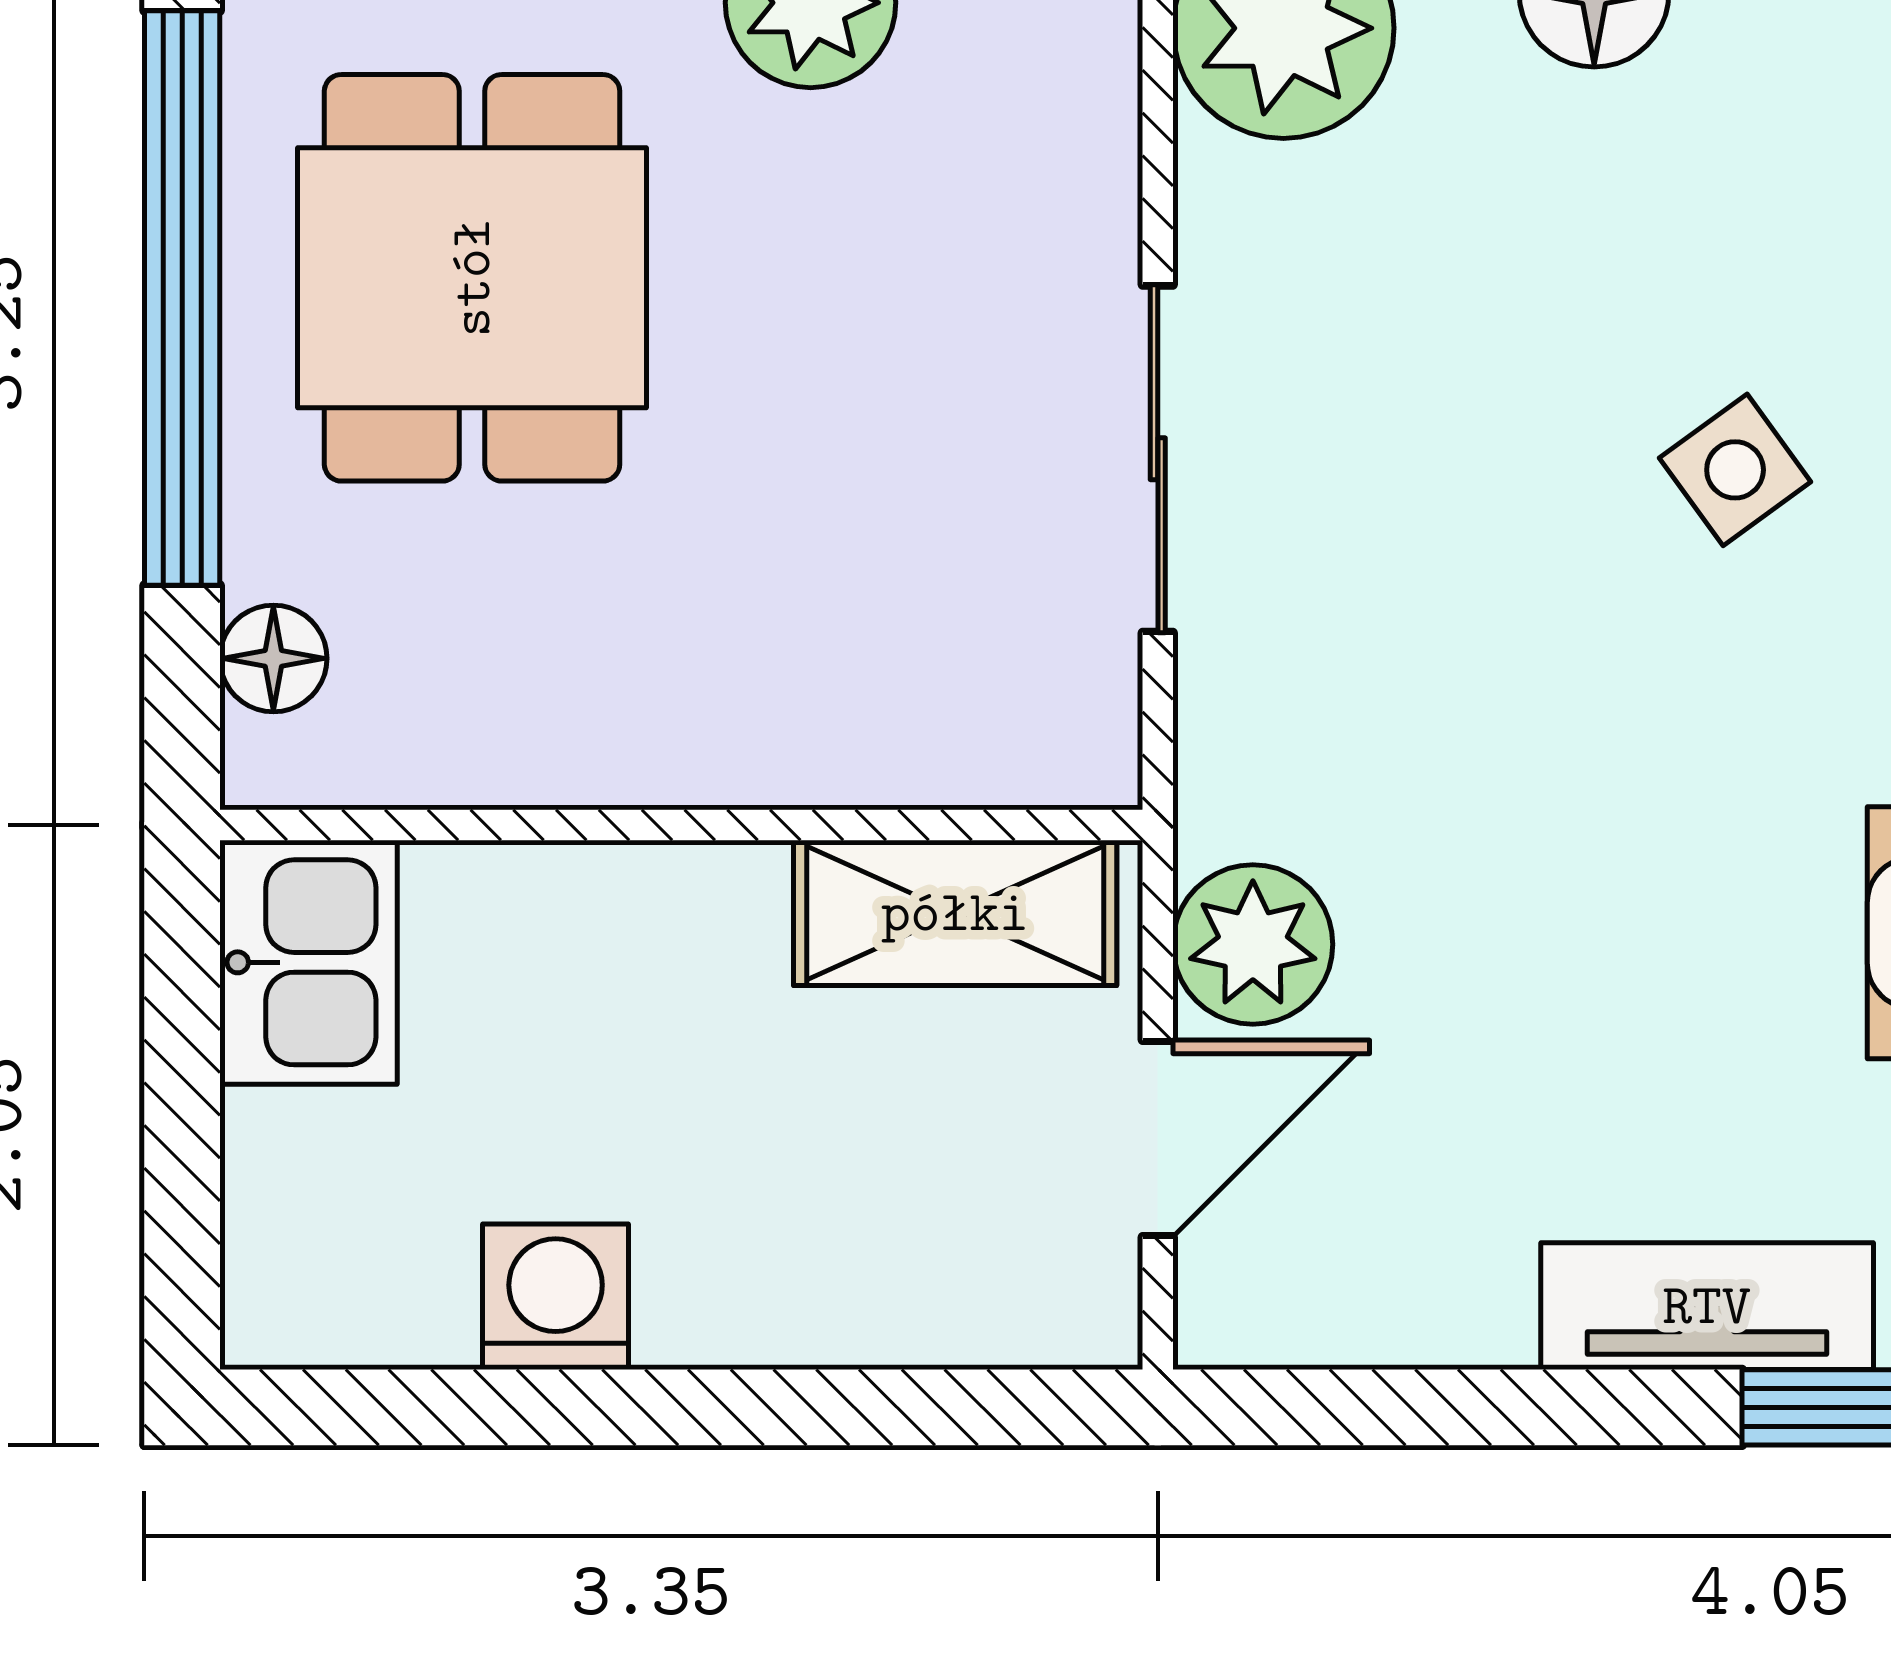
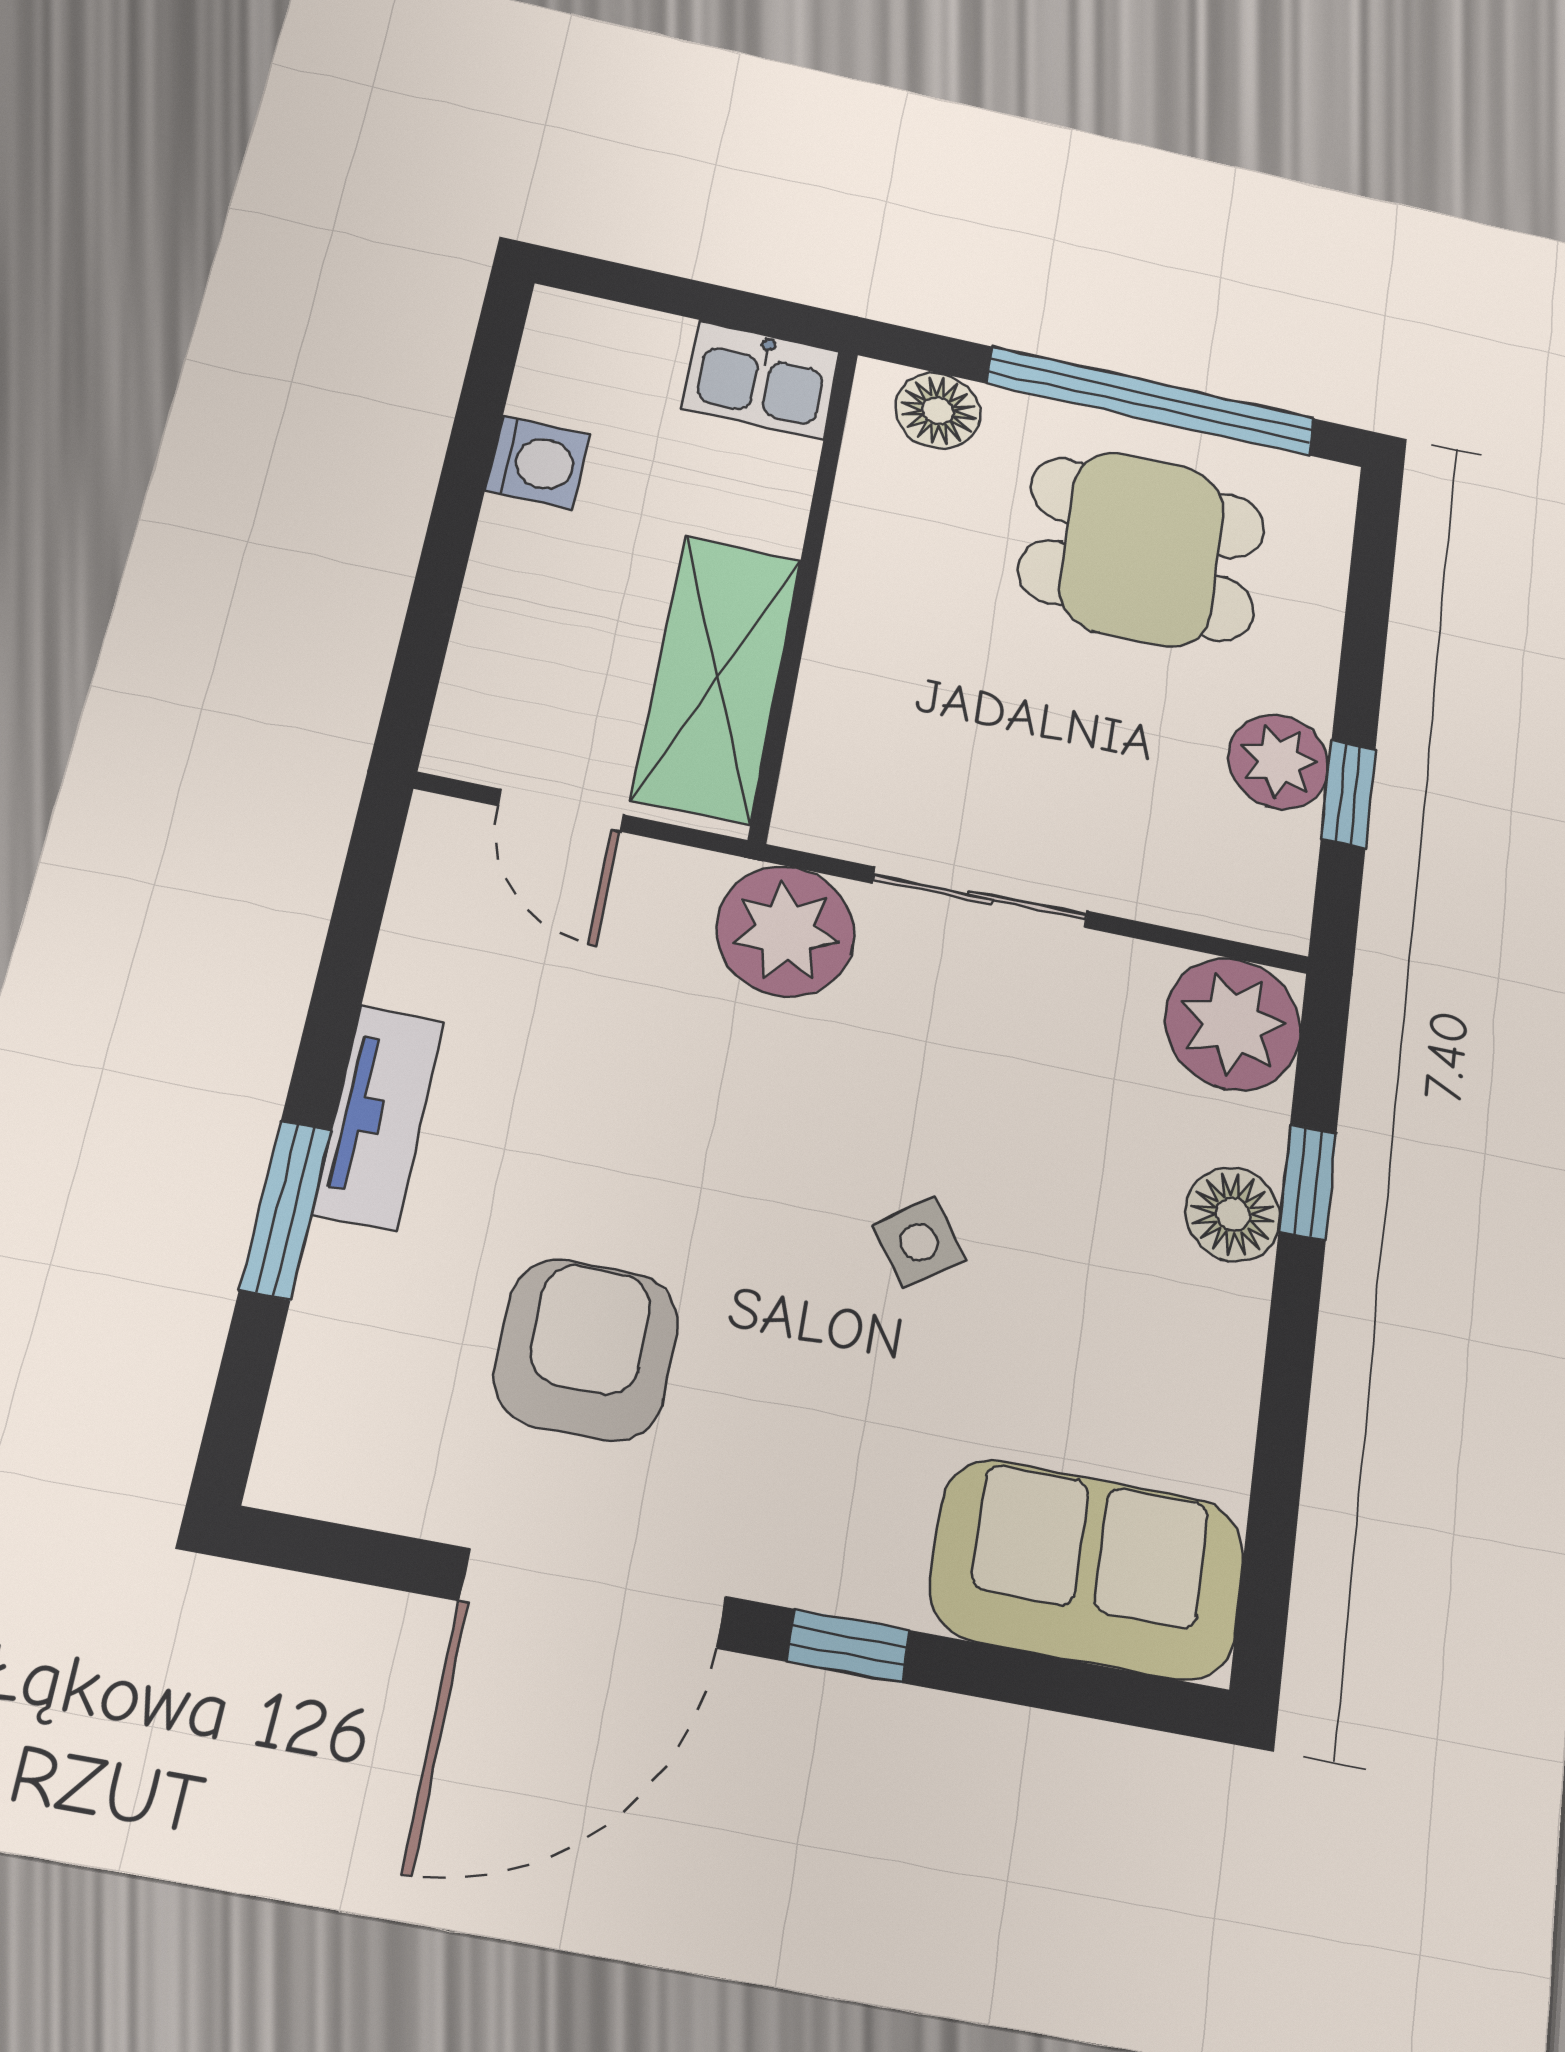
floor lamp: (273, 658) -> (938, 411), width x1.37, depth x1.37
shelving: (955, 913) -> (717, 678), width x1.50, depth x1.33
plant: (1253, 944) -> (785, 931), moved, width x1.36, depth x1.36

